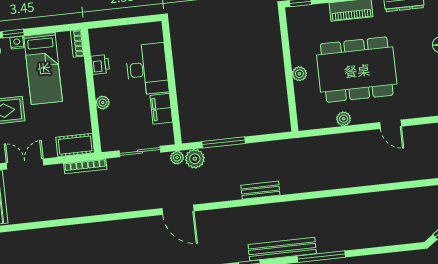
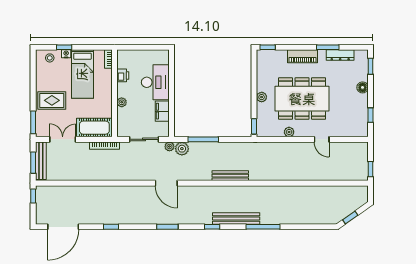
window: (293, 116) -> (254, 126), added
cot: (75, 145) -> (94, 128), width x1.37, depth x1.34
bench: (260, 190) -> (230, 176), width x1.36

